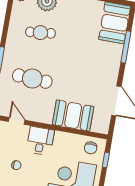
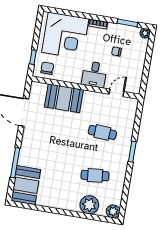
cafe table: (32, 79) -> (102, 132), width x0.73, depth x0.74
door: (17, 121) -> (116, 93), swing flipped

